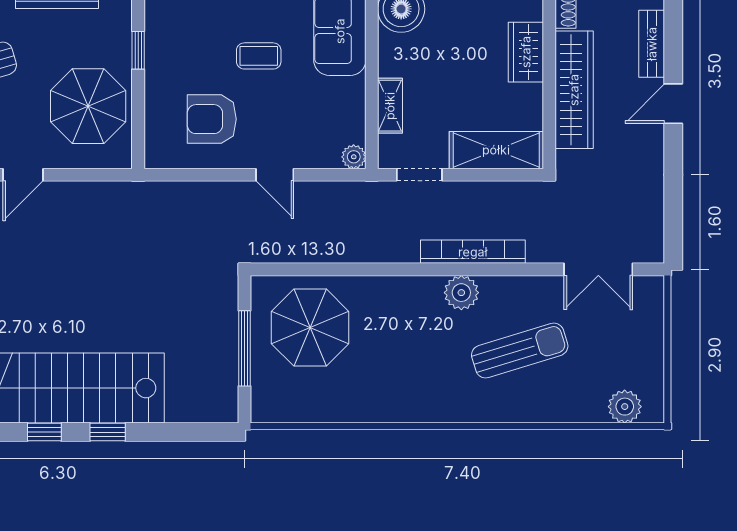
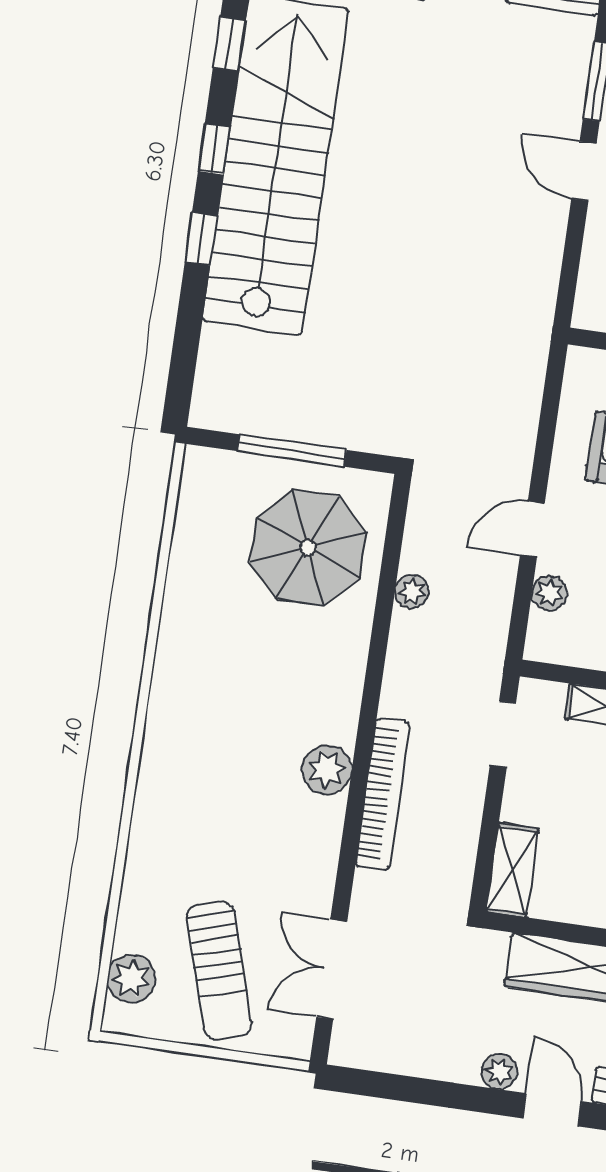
plant: (652, 144) -> (499, 1072), added
shelving: (496, 150) -> (512, 870), width x0.67, depth x0.75
plant: (354, 157) -> (549, 593), moved
plant: (330, 252) -> (412, 591), added
sun lounger: (520, 351) -> (219, 970), moved

